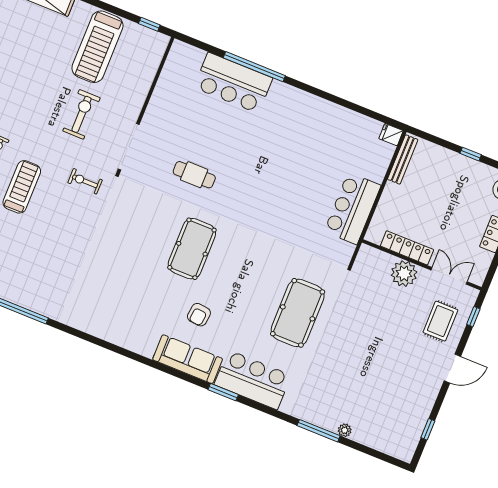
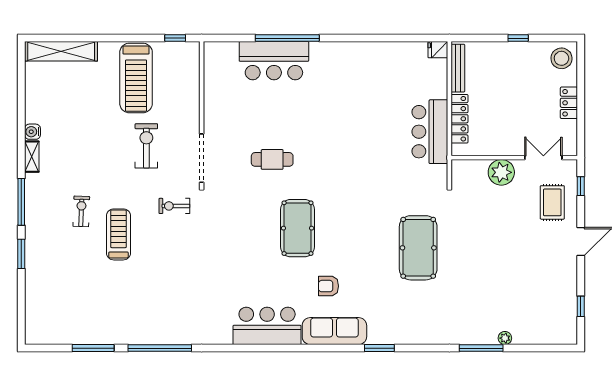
locker: (407, 248) -> (459, 119), moved, turned 90
armchair: (199, 315) -> (328, 286), turned 84
bar counter: (253, 380) -> (267, 326), moved

